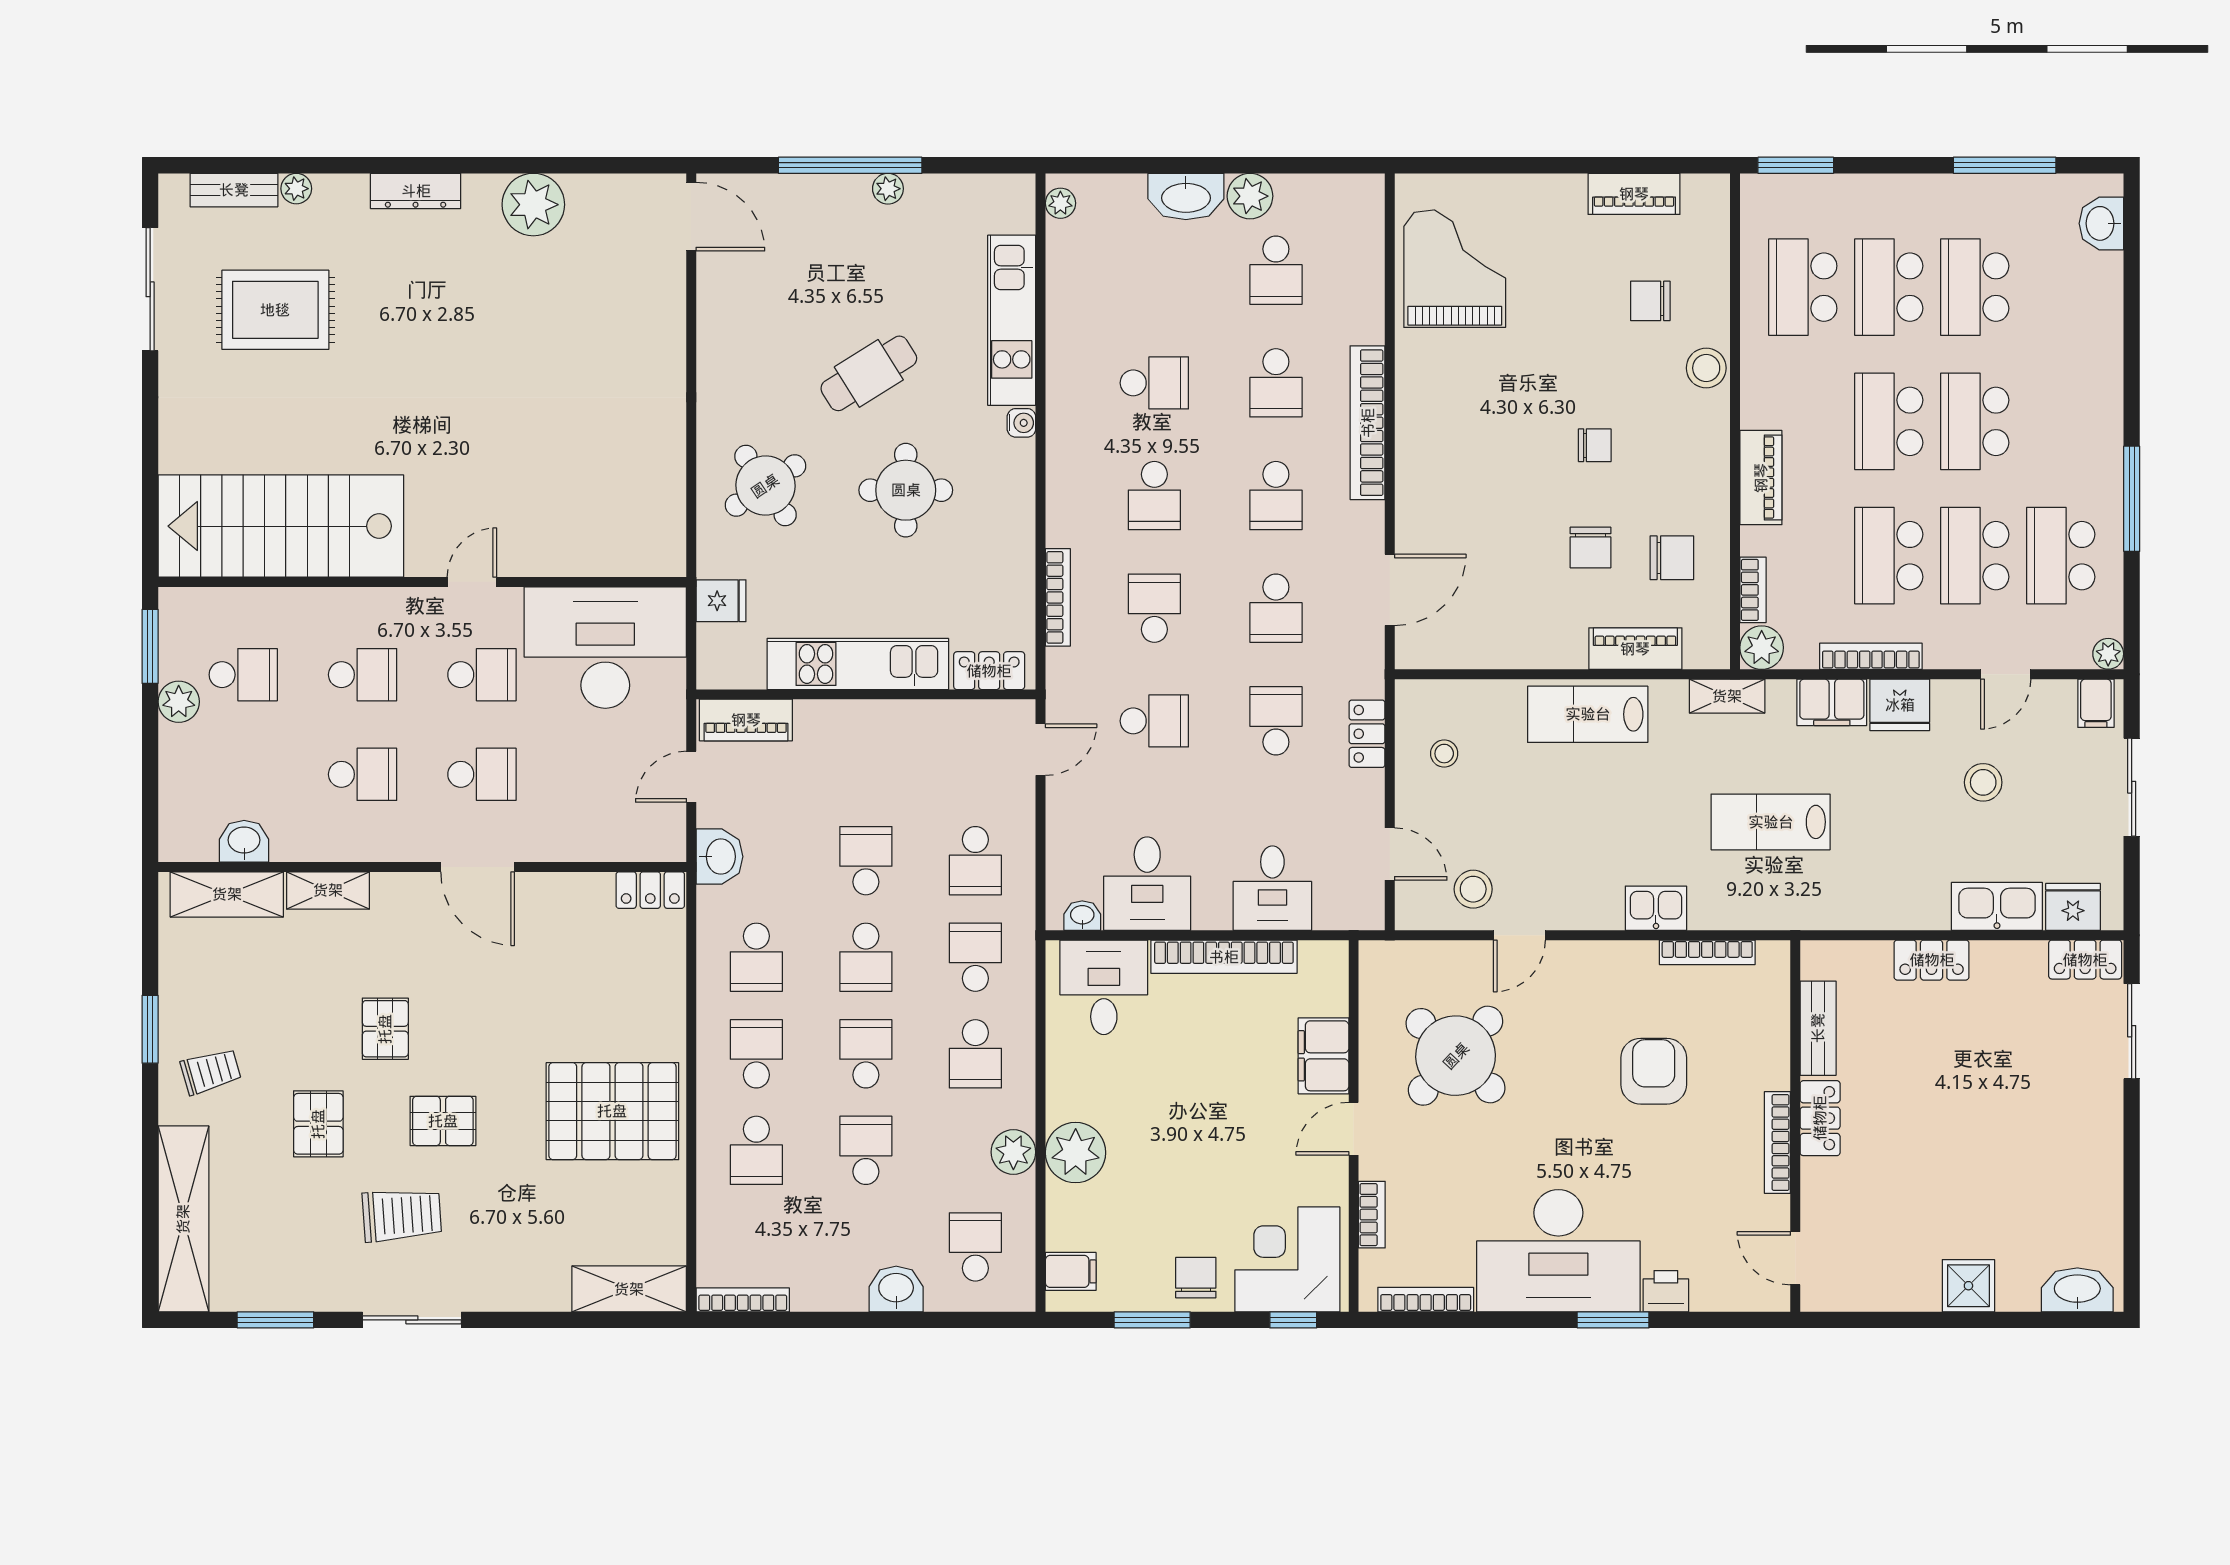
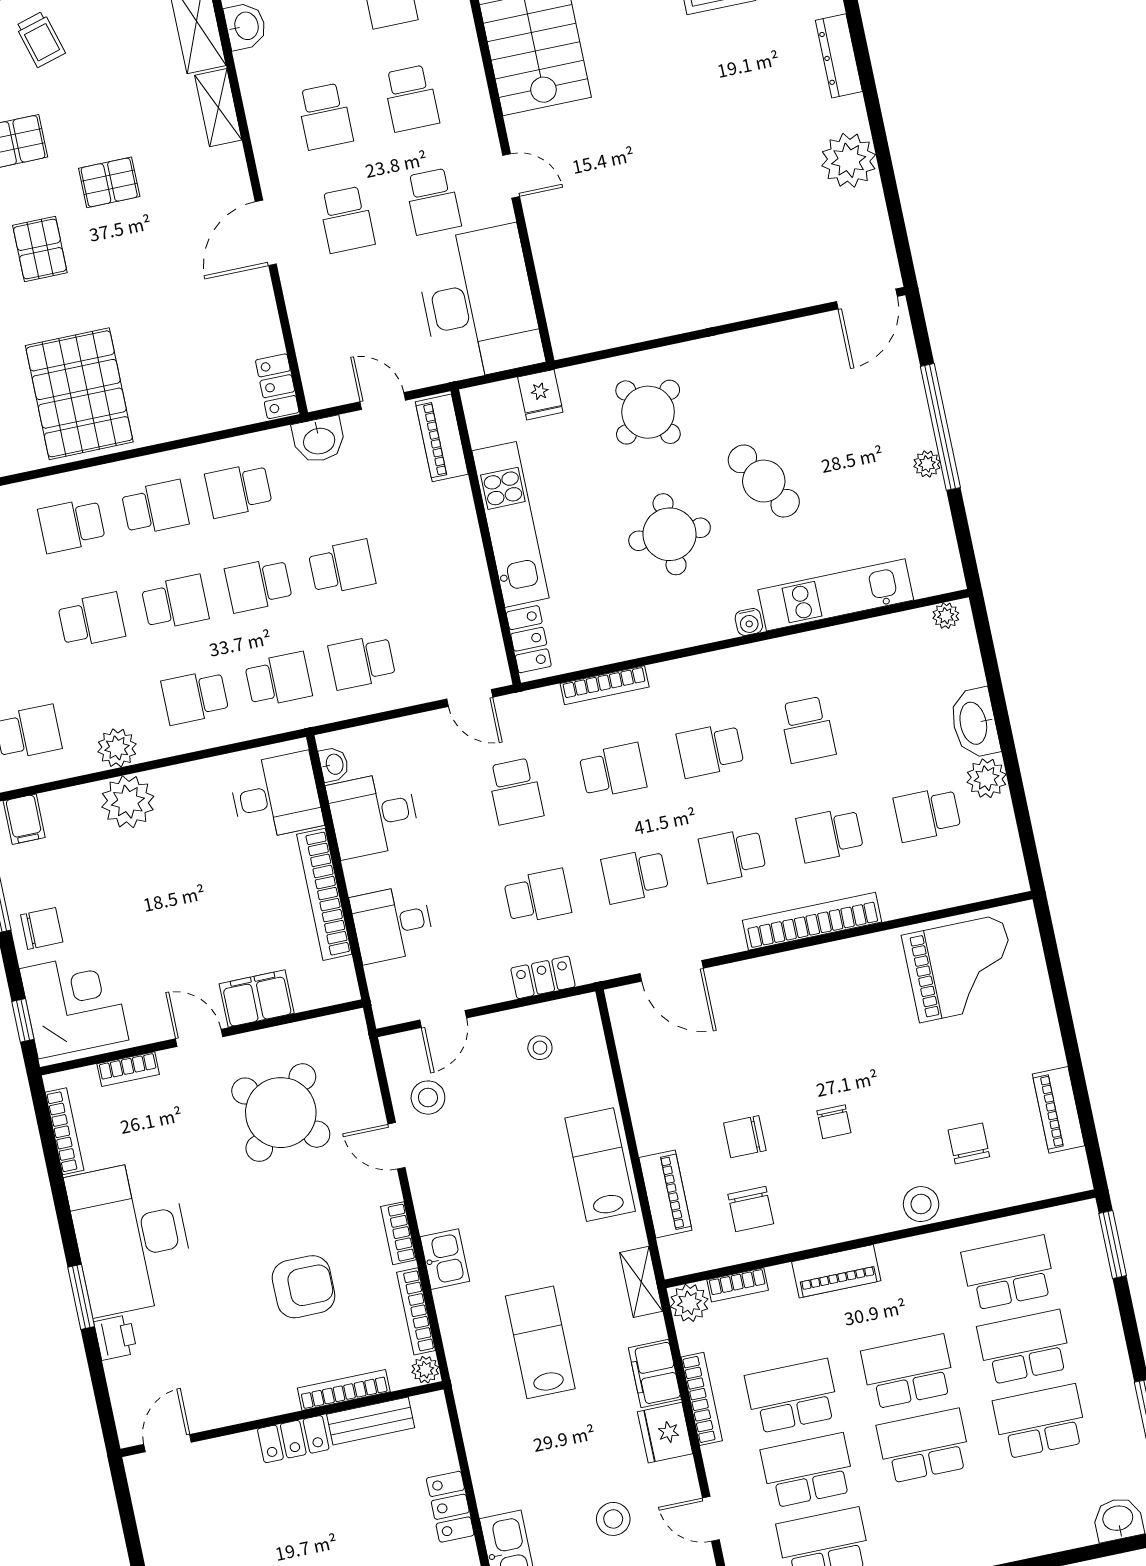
bookcase: (1617, 954) -> (398, 1233), added
plant: (1774, 956) -> (425, 1370), added
bookcase: (1777, 1143) -> (344, 1390), moved

